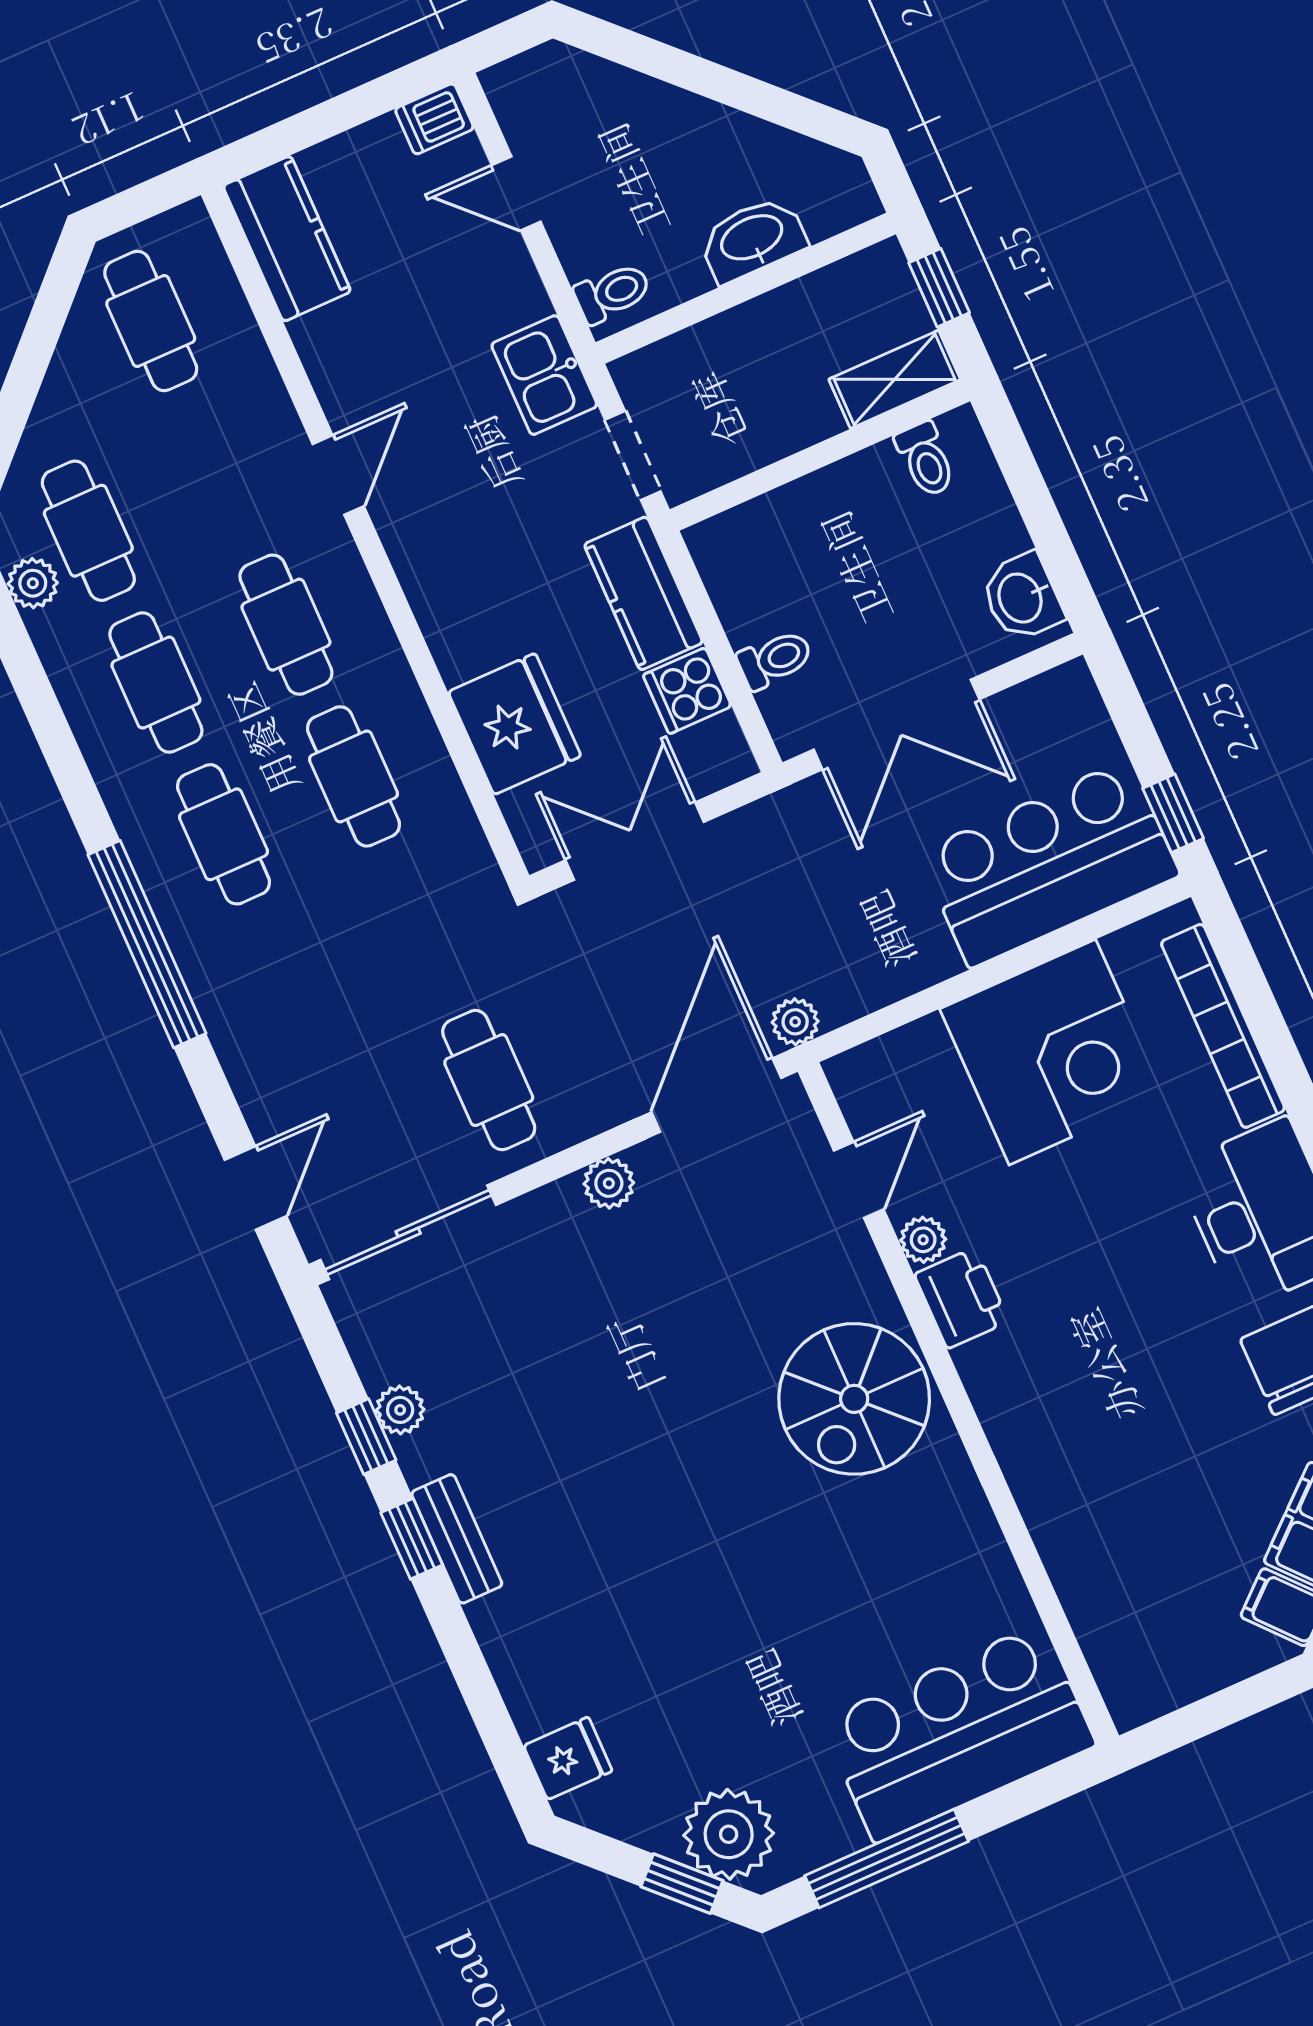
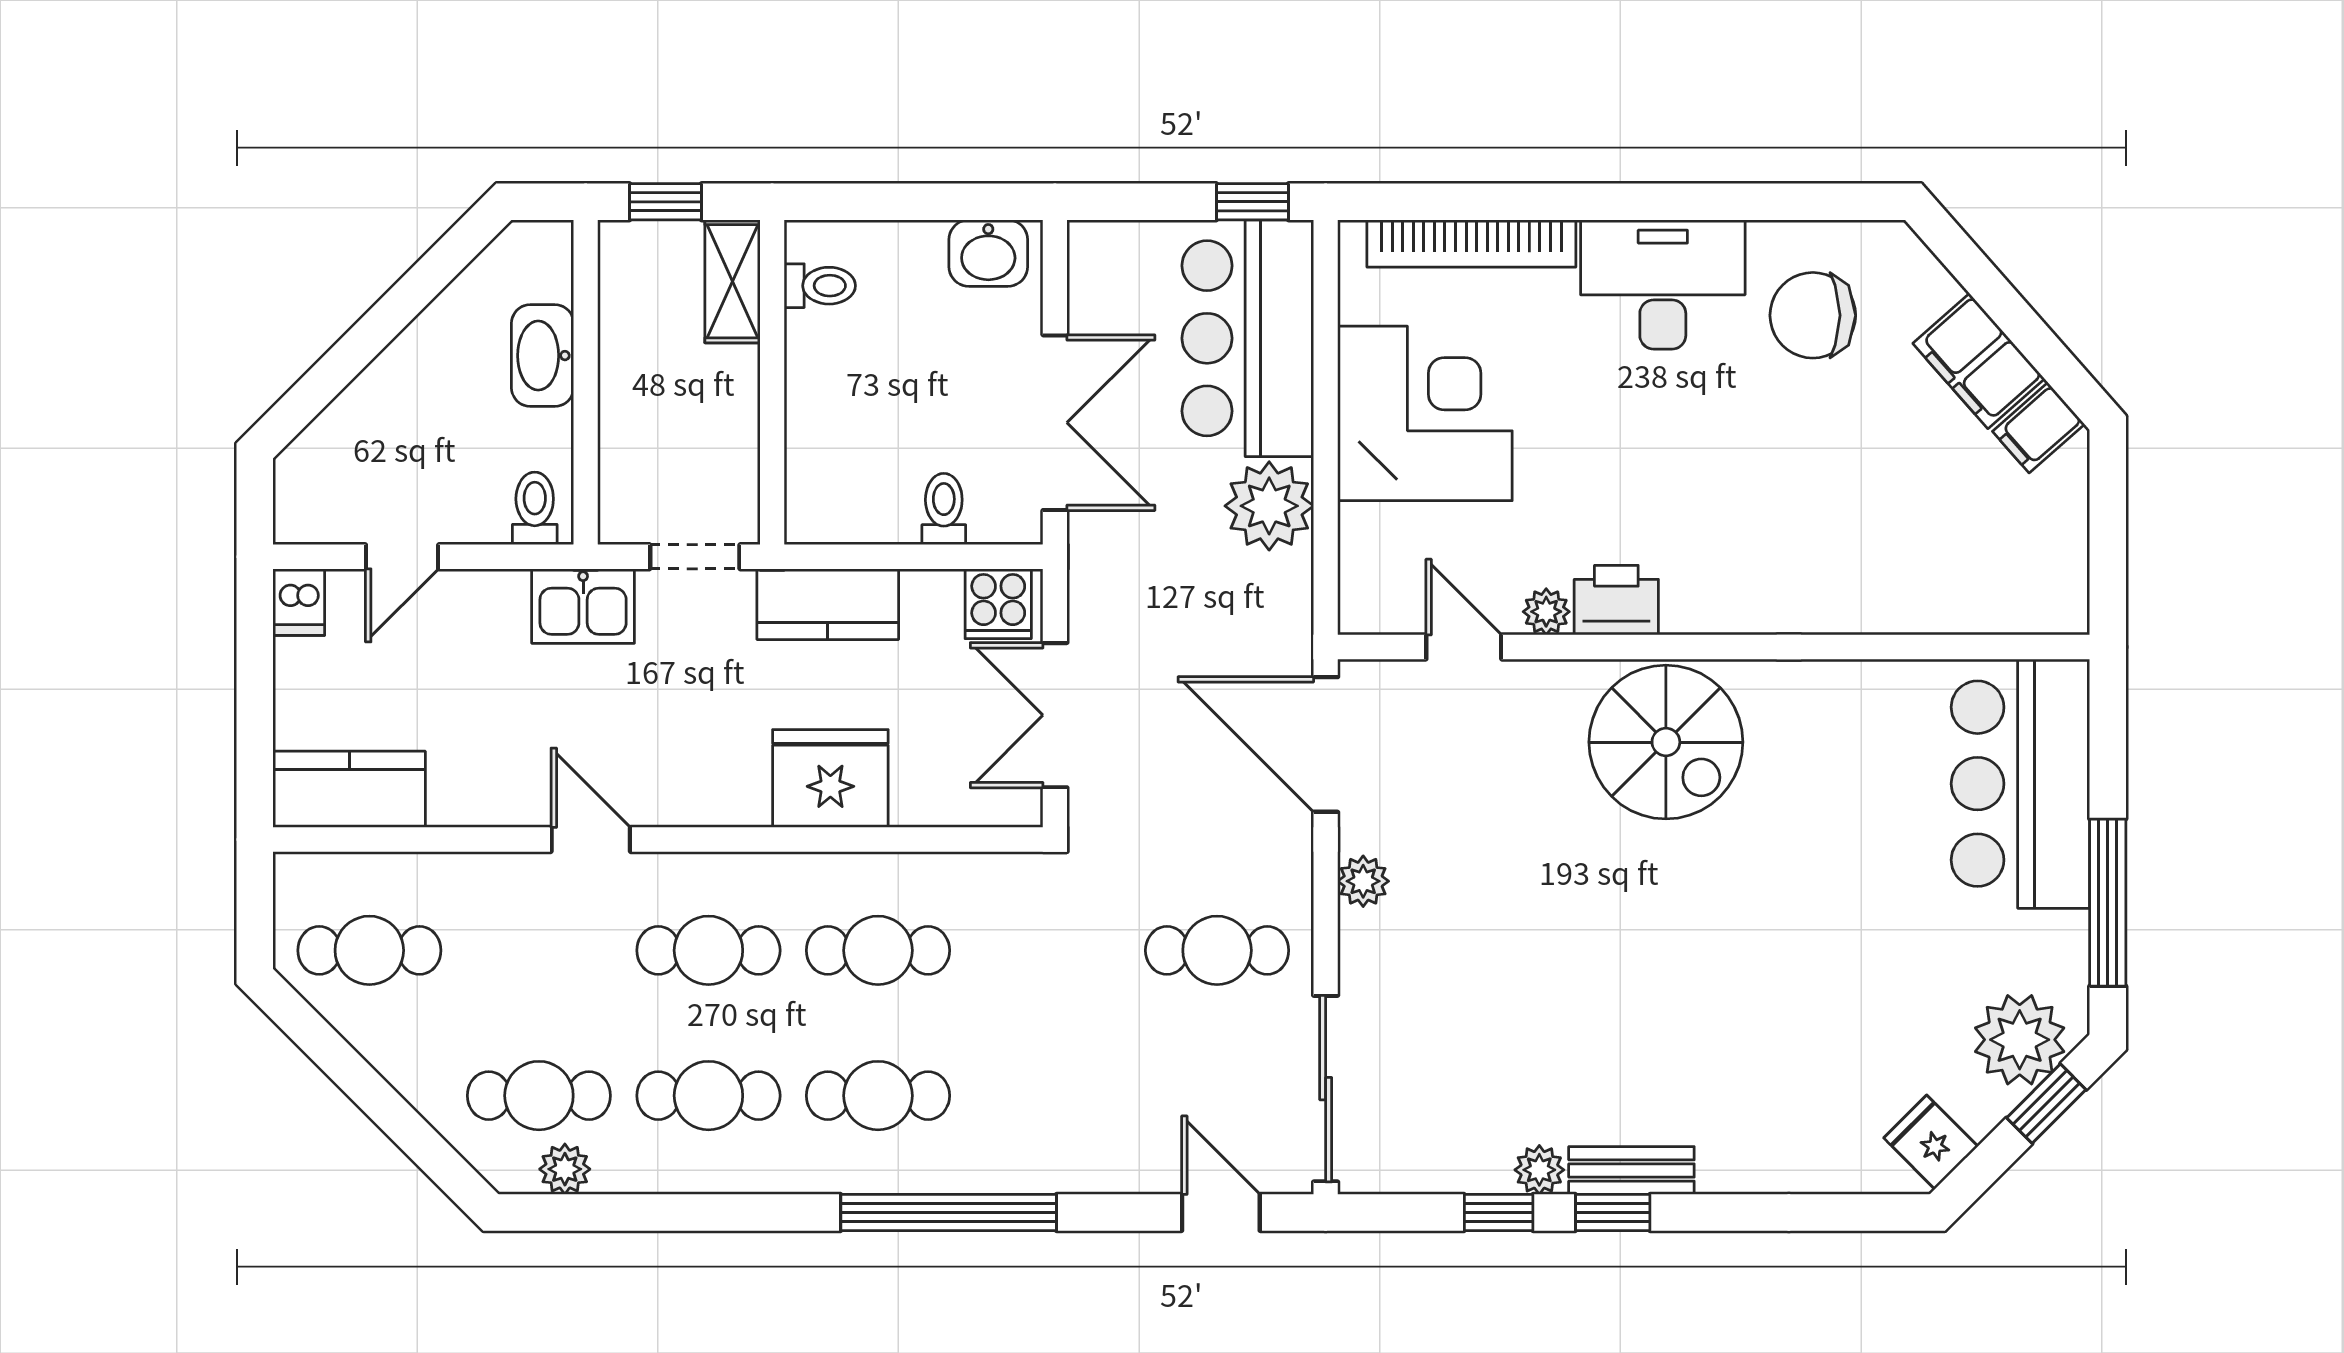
cooker: (687, 691) -> (998, 604), moved
fridge: (515, 724) -> (830, 779), moved
plant: (795, 1022) -> (1269, 506), moved, width x1.87, depth x1.87
plant: (400, 1410) -> (1539, 1170), moved
fridge: (568, 1758) -> (1931, 1142), moved, turned -45

